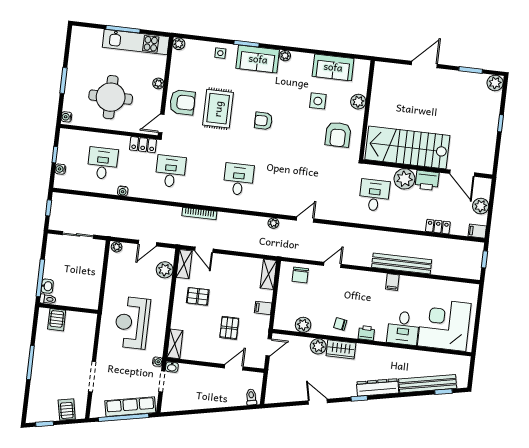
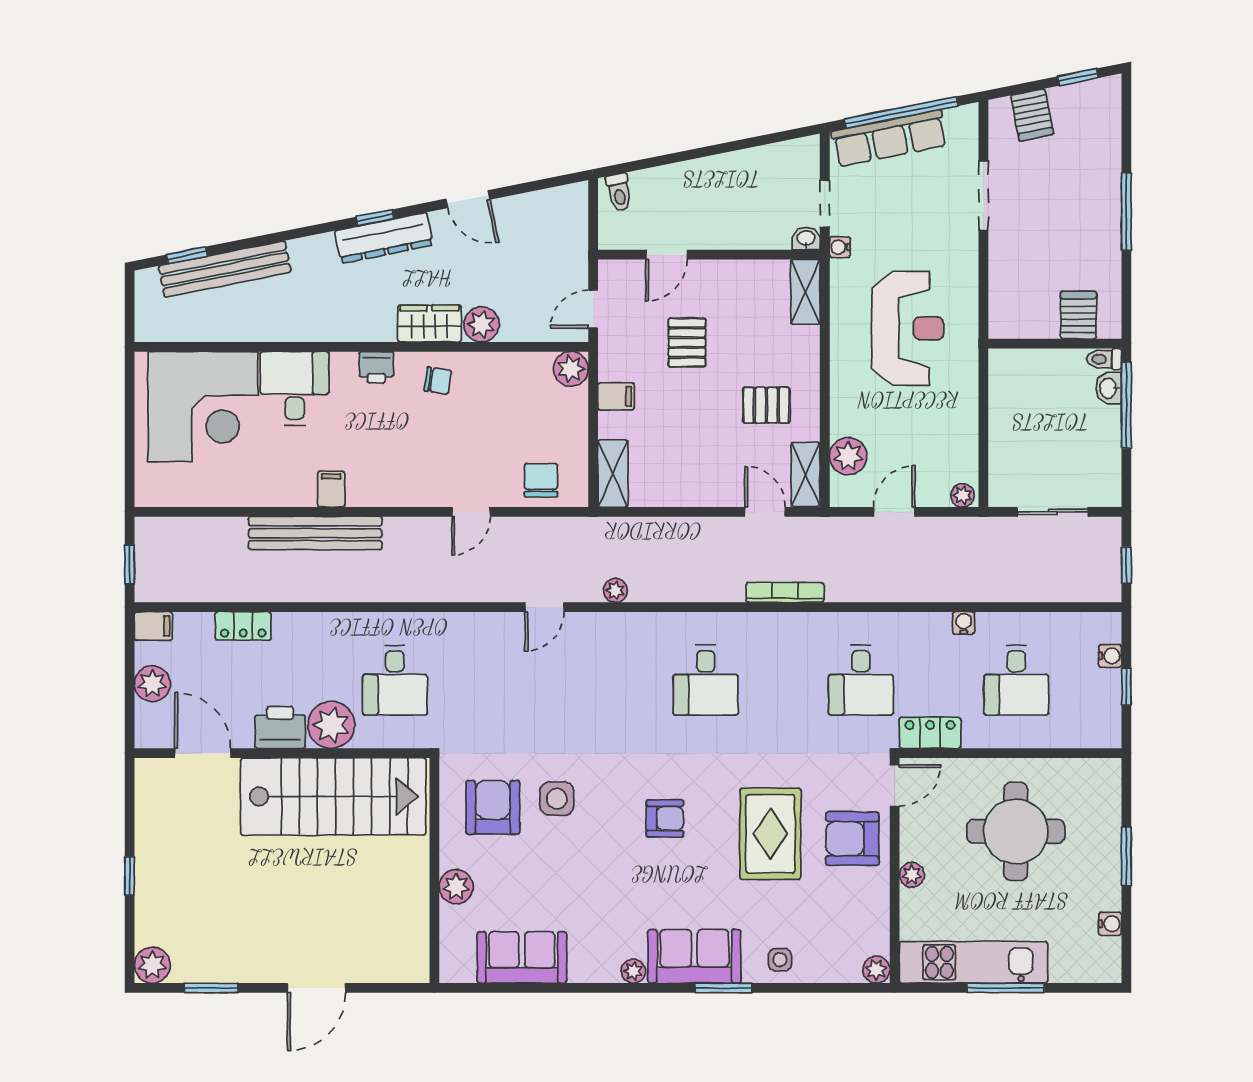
side table: (318, 101) -> (557, 799), moved
water cooler: (66, 117) -> (1110, 924), moved
plant: (303, 325) -> (571, 369), moved
dresser: (378, 387) -> (384, 238), moved

